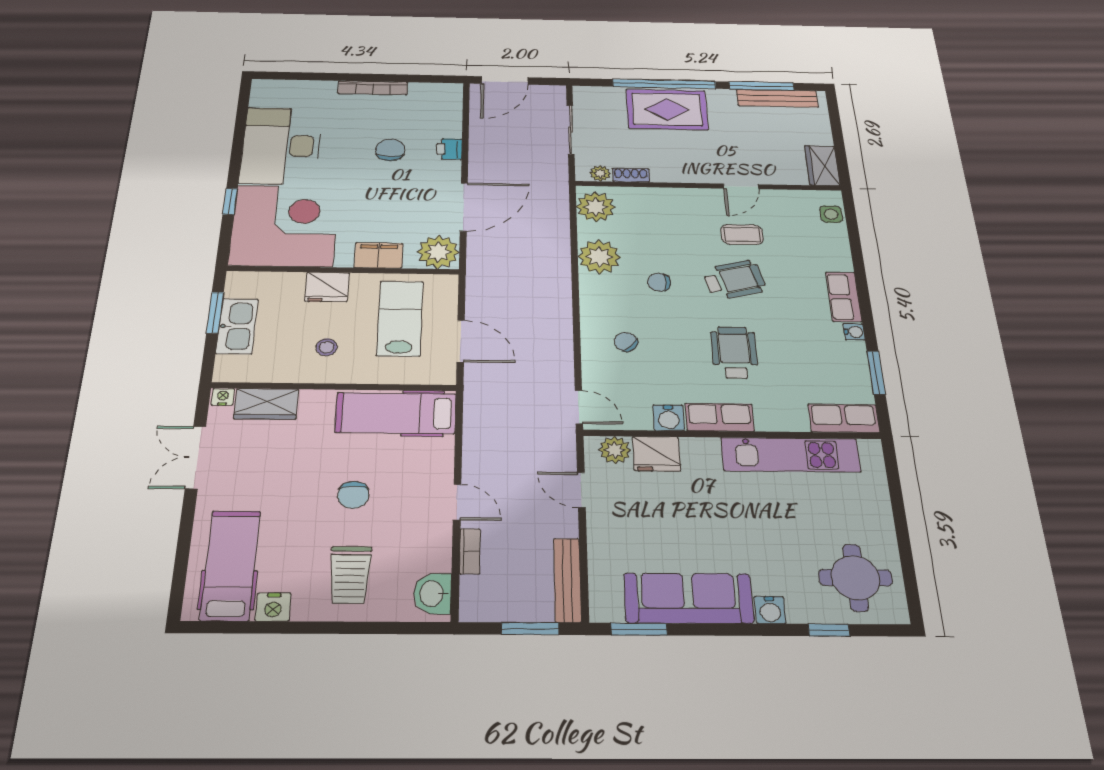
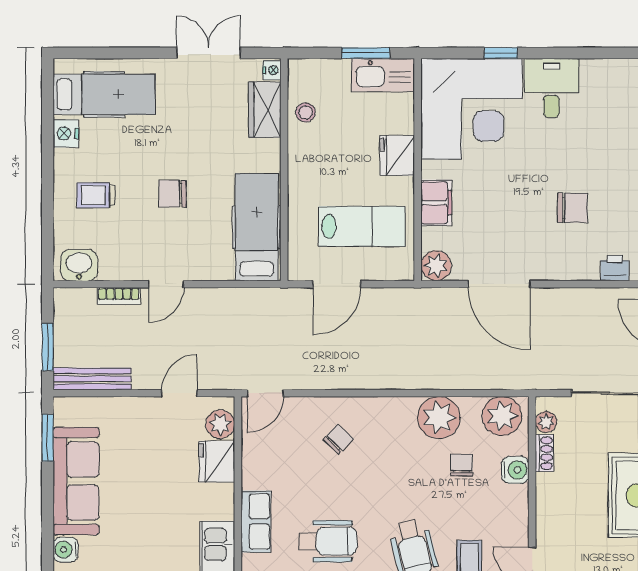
desk: (281, 146) -> (551, 88), width x0.53, depth x0.77
printer: (449, 149) -> (615, 268), moved
plant: (438, 252) -> (436, 266), width x0.73, depth x0.73
chair: (659, 282) -> (462, 465), moved
kitchen sink: (237, 326) -> (383, 75), moved
stool: (327, 347) -> (306, 112), moved
water cooler: (669, 418) -> (515, 470), moved, turned 180
trolley: (350, 575) -> (96, 195), width x0.73, depth x0.72

